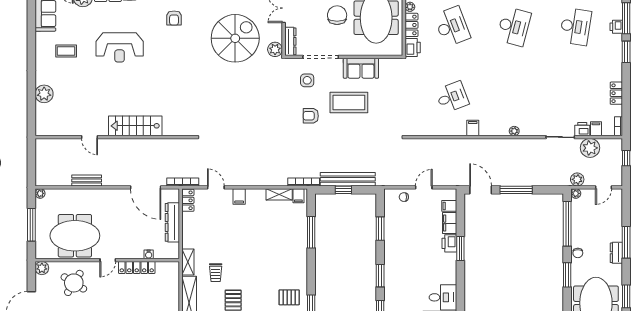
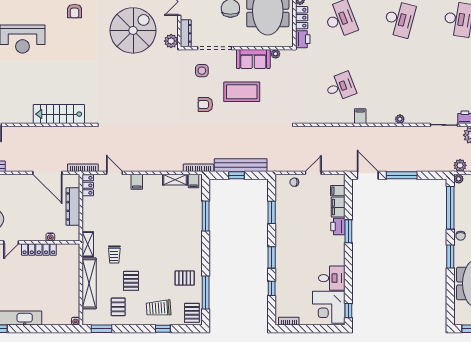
plant: (384, 63) -> (276, 54), added
stairs: (135, 126) -> (59, 114), moved

